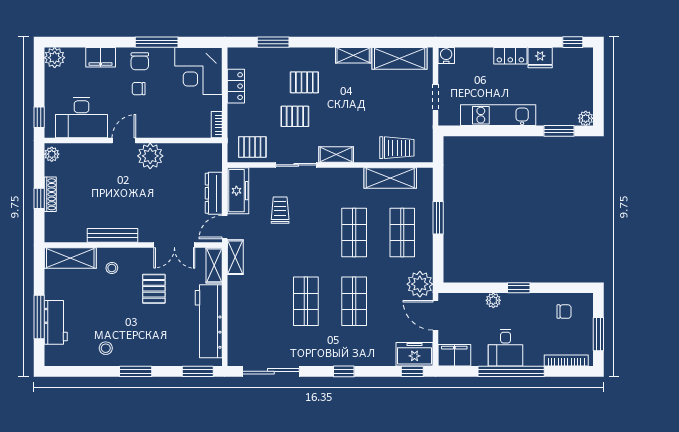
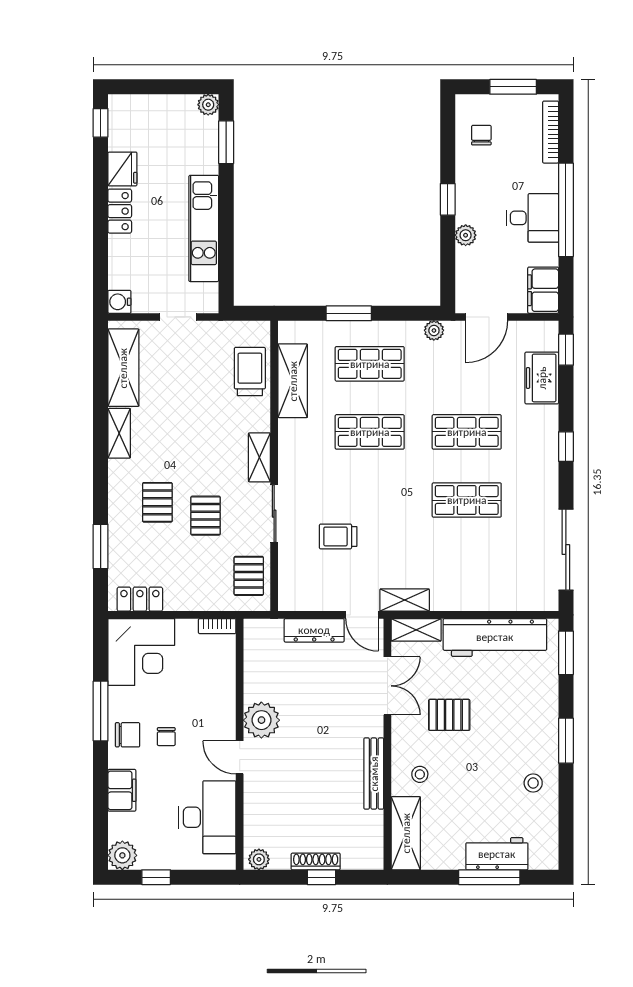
locker: (236, 86) -> (140, 599), moved
window: (39, 117) -> (156, 877), moved
freezer: (238, 191) -> (311, 596), removed
plant: (420, 284) -> (434, 330), width x0.53, depth x0.53
freezer: (415, 354) -> (542, 378), moved

